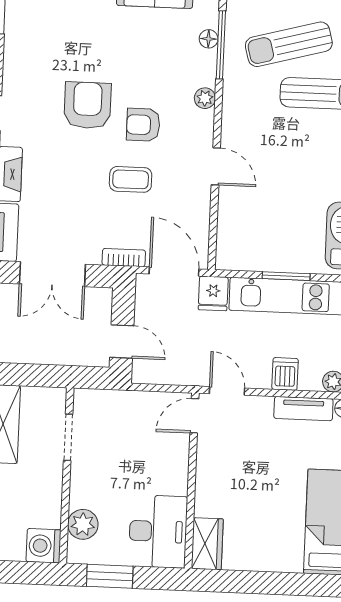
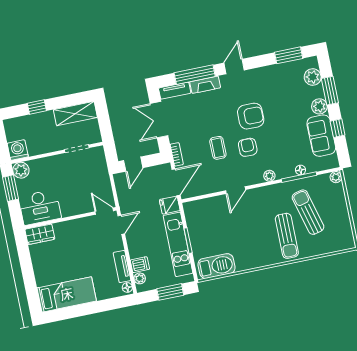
dishwasher: (285, 374) -> (140, 265), moved
plant: (83, 524) -> (21, 170), moved

